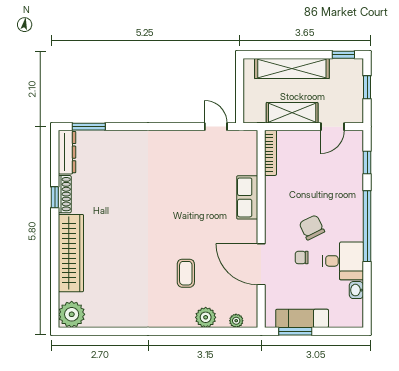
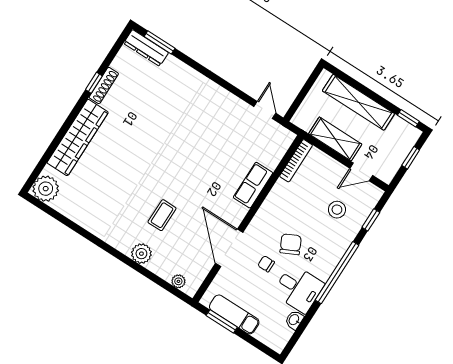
dresser: (67, 152) -> (146, 48), moved, turned 90
stool: (332, 172) -> (337, 210), added
plant: (206, 317) -> (141, 254), moved

